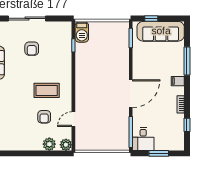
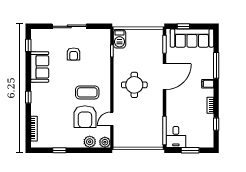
round table: (98, 82) -> (134, 85), added
door: (131, 94) -> (164, 77), moved
armchair: (44, 117) -> (85, 117), width x1.88, depth x1.88
window: (16, 153) -> (59, 150), added

